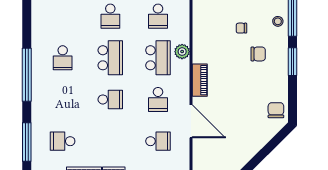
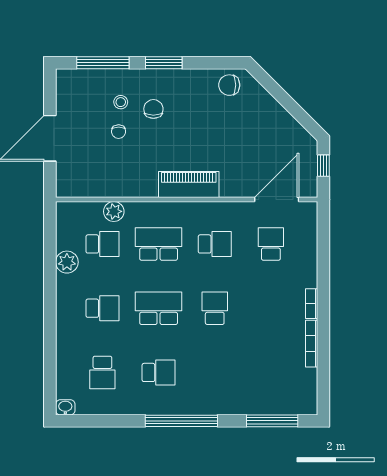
stool: (278, 21) -> (121, 102), moved
plant: (182, 52) -> (114, 211), moved
piano: (200, 80) -> (189, 184), width x1.37, depth x1.33
door: (191, 121) -> (277, 199), moved
school desk: (63, 141) -> (102, 372), moved

